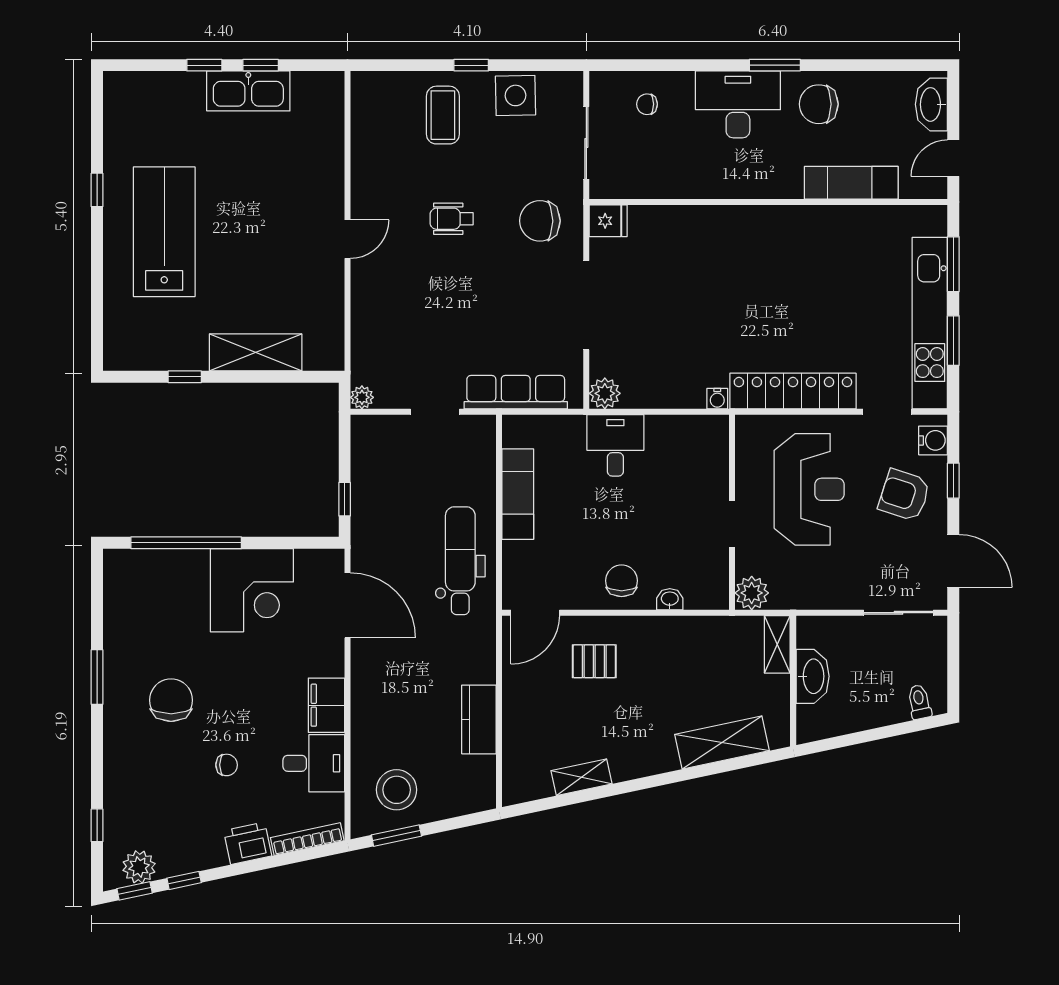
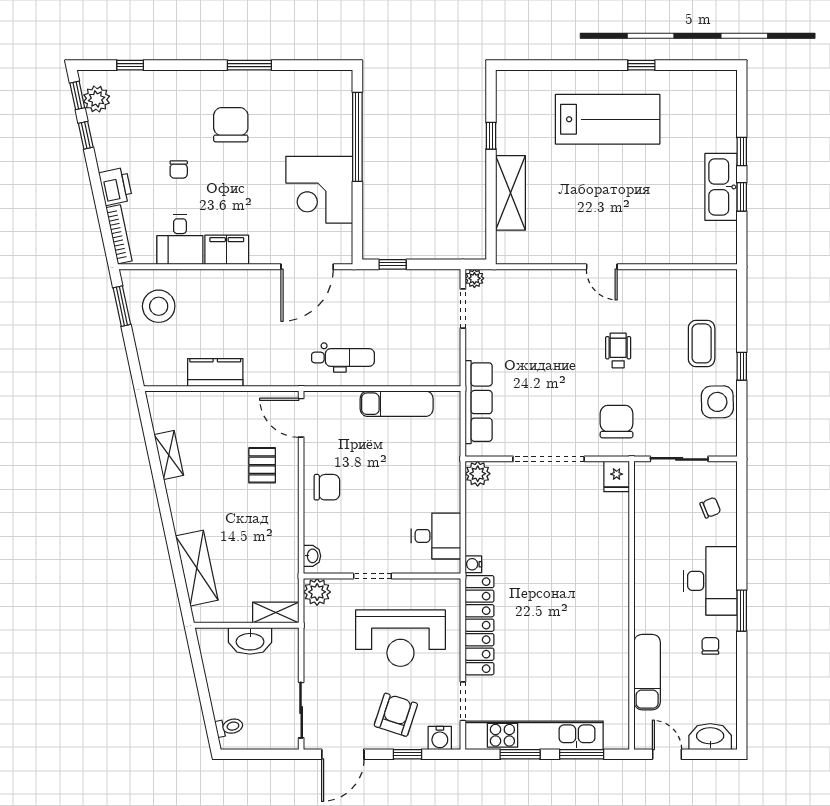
chair: (647, 104) -> (710, 508), turned 68
chair: (819, 104) -> (710, 646), width x0.54, depth x0.54
coffee table: (443, 115) -> (702, 343), turned 90
doorway: (435, 412) -> (463, 308), moved
desk: (615, 445) -> (436, 536), moved
dental chair: (460, 561) -> (343, 357), width x0.73, depth x0.72
washbasin: (670, 599) -> (312, 556), moved
chair: (171, 700) -> (231, 125), turned -90

